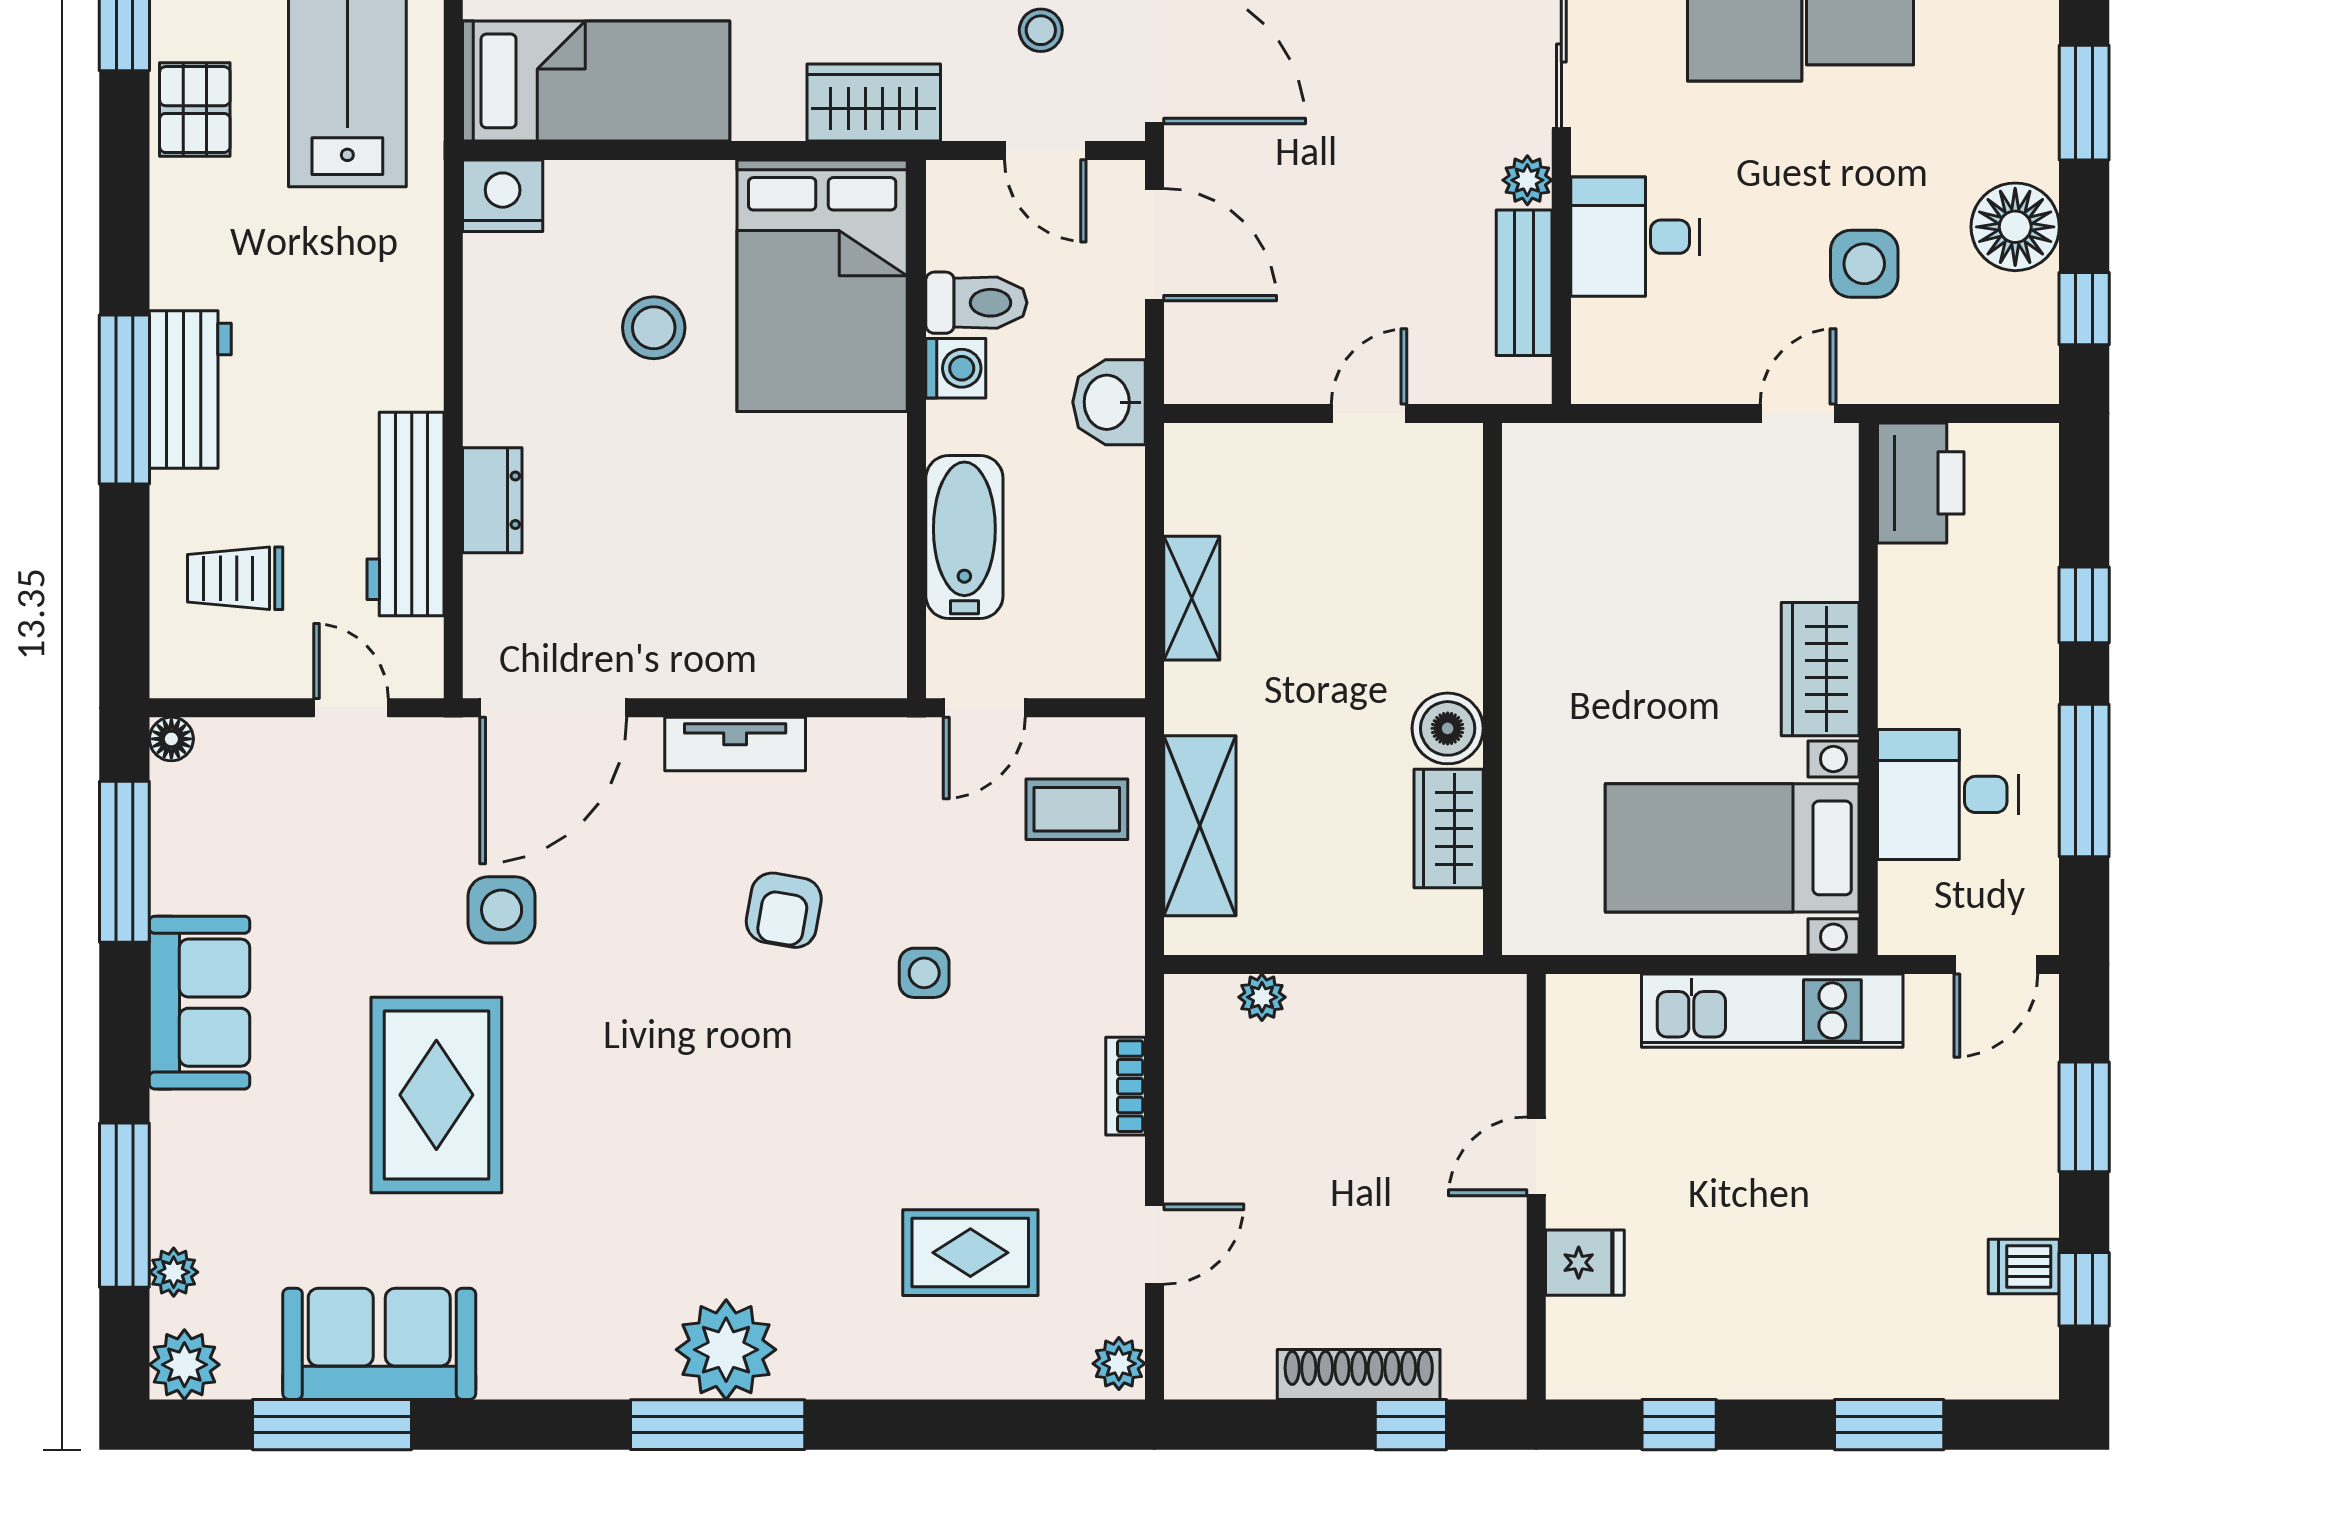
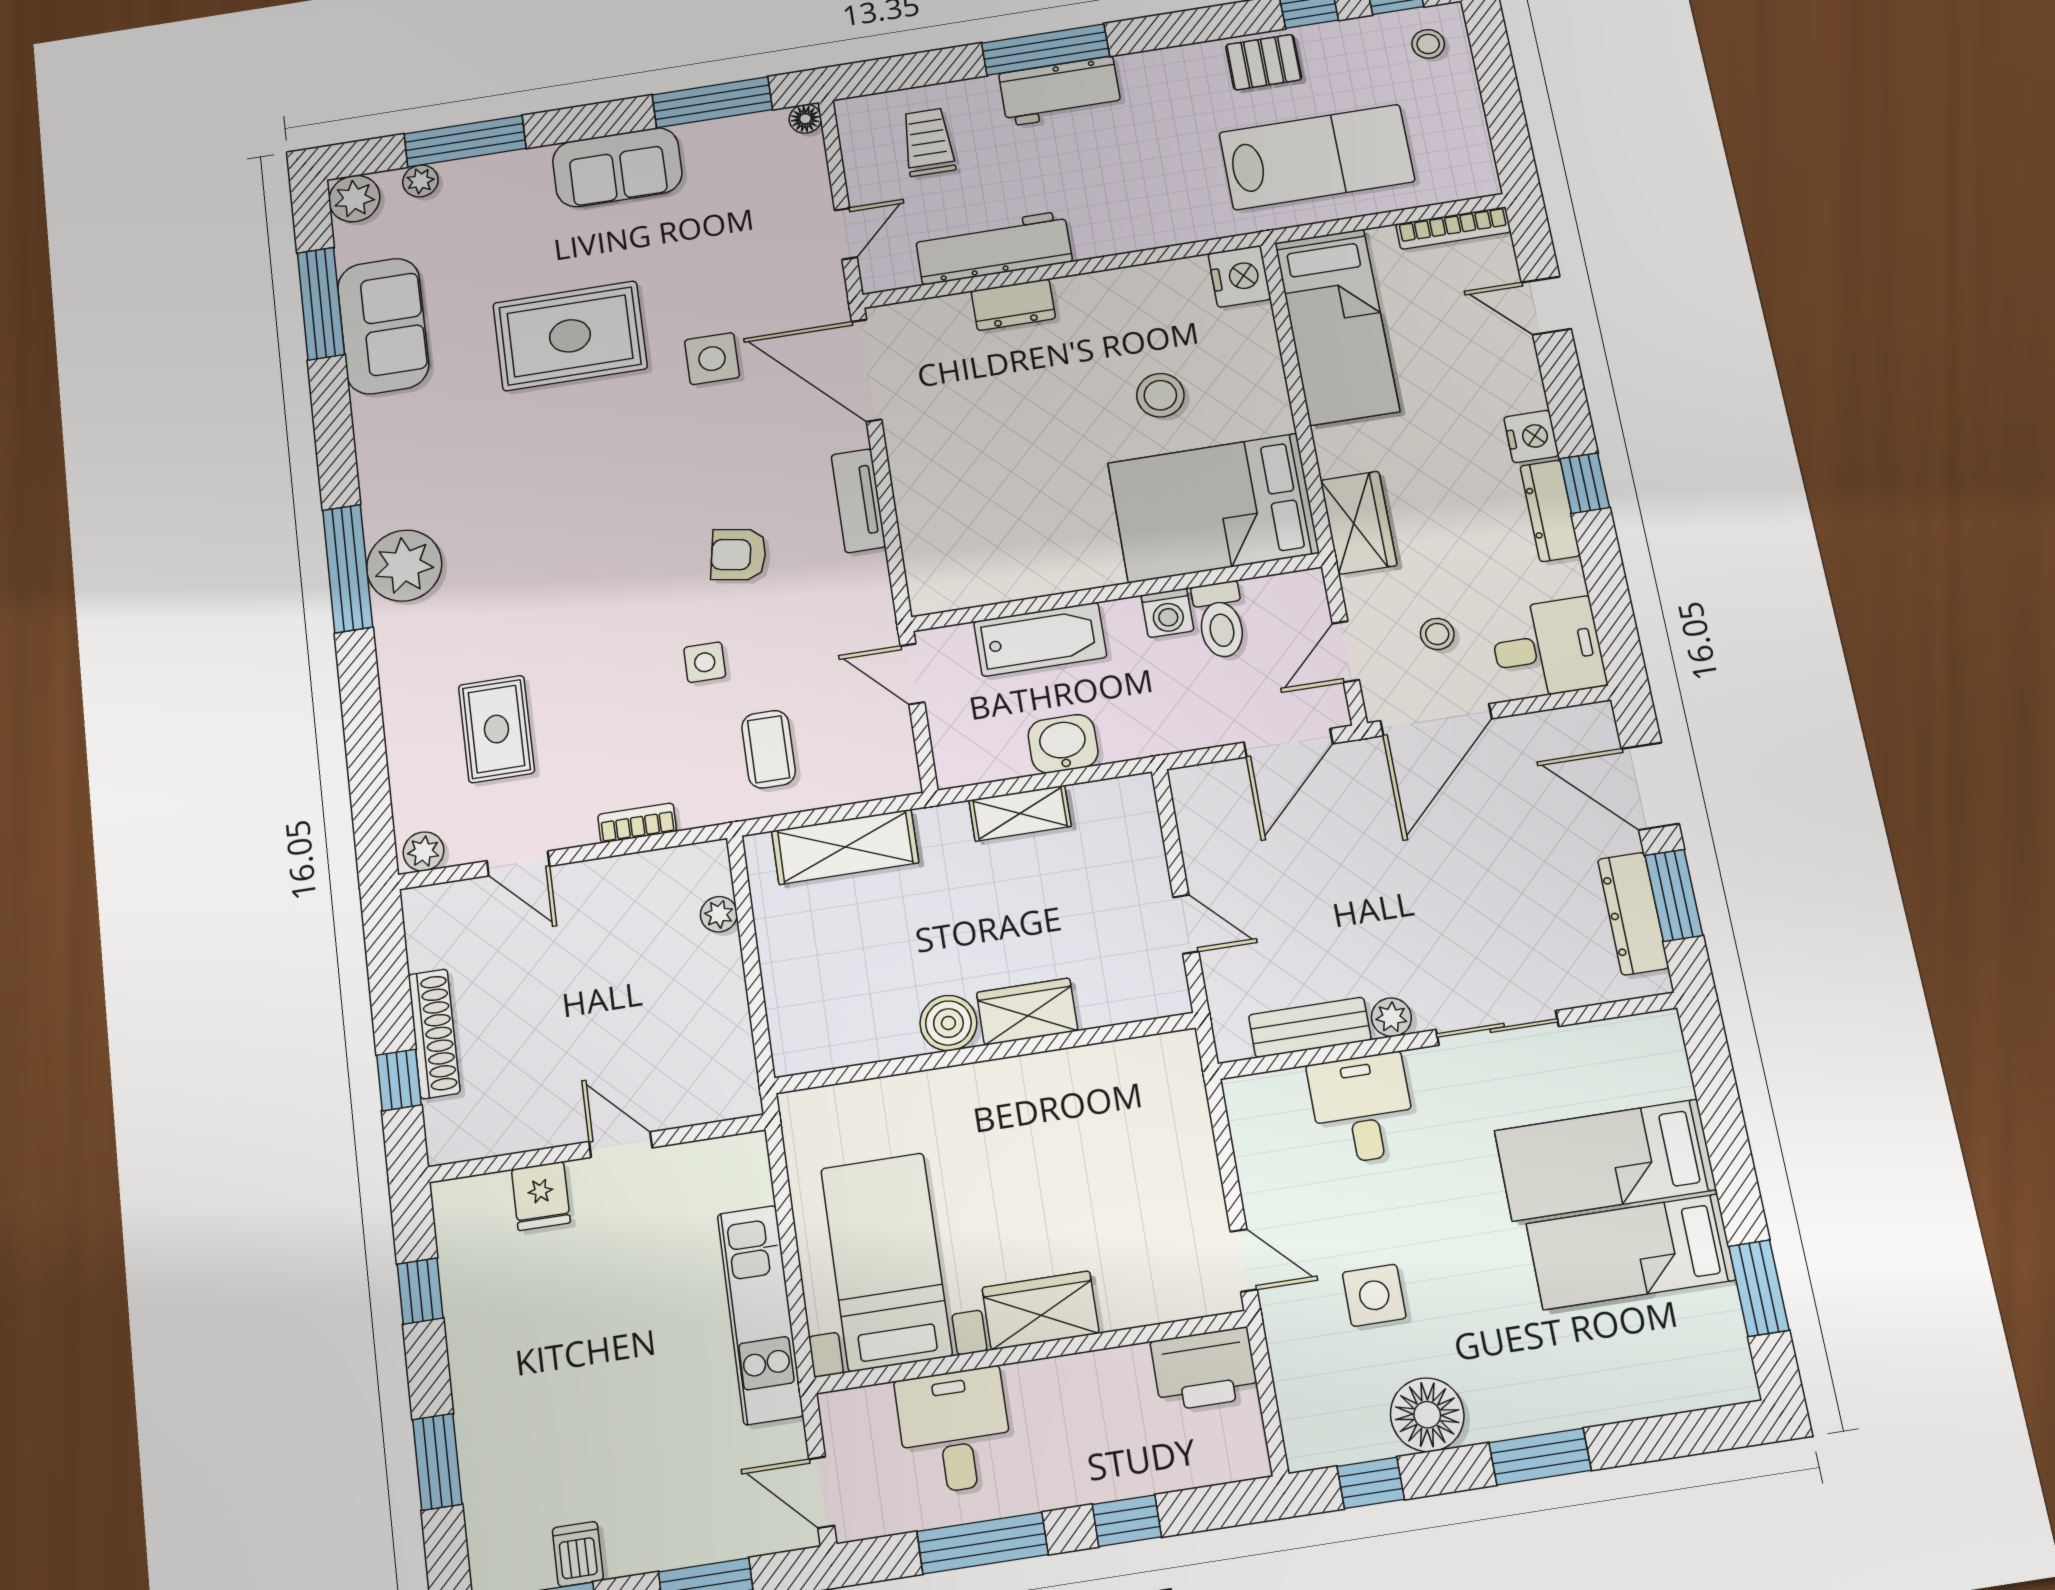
washbasin: (1109, 402) -> (1063, 744), moved
coffee table: (1077, 809) -> (769, 749), moved
wardrobe: (1449, 828) -> (1027, 1012), moved

